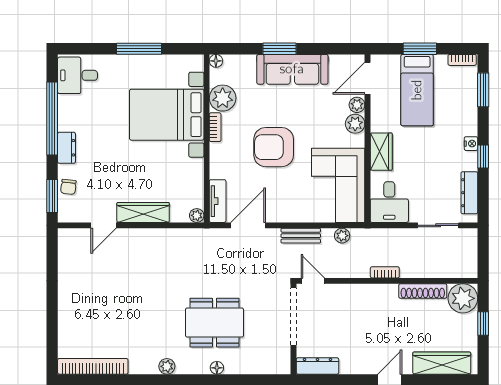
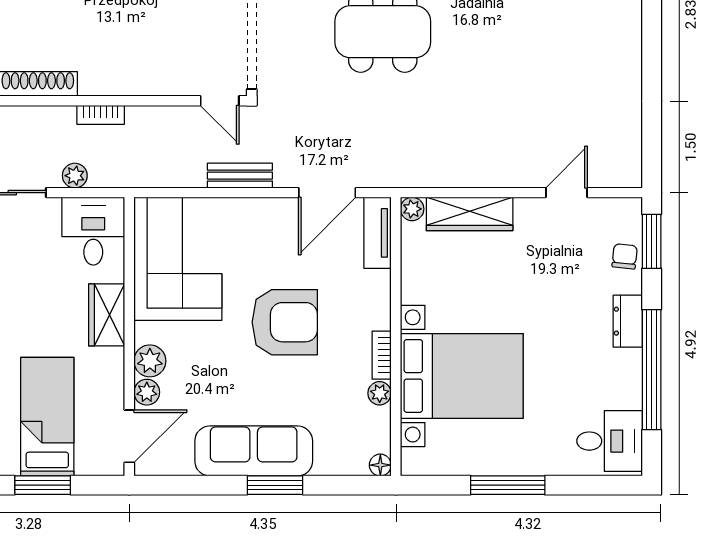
plant: (223, 98) -> (380, 393), width x0.53, depth x0.53
wardrobe: (143, 212) -> (470, 214), moved
plant: (342, 236) -> (75, 176), moved

